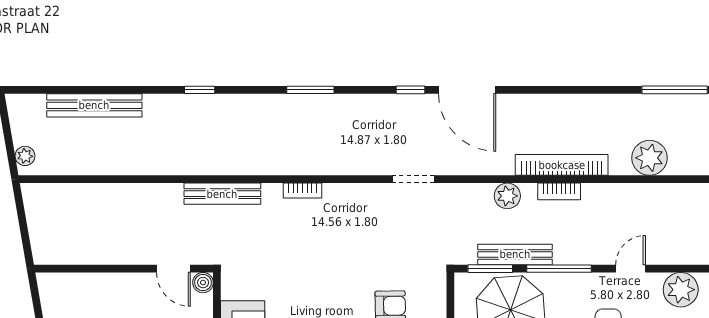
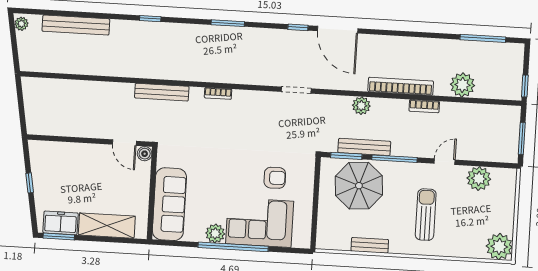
plant: (25, 156) -> (21, 24), moved
bookcase: (559, 191) -> (424, 106), moved

